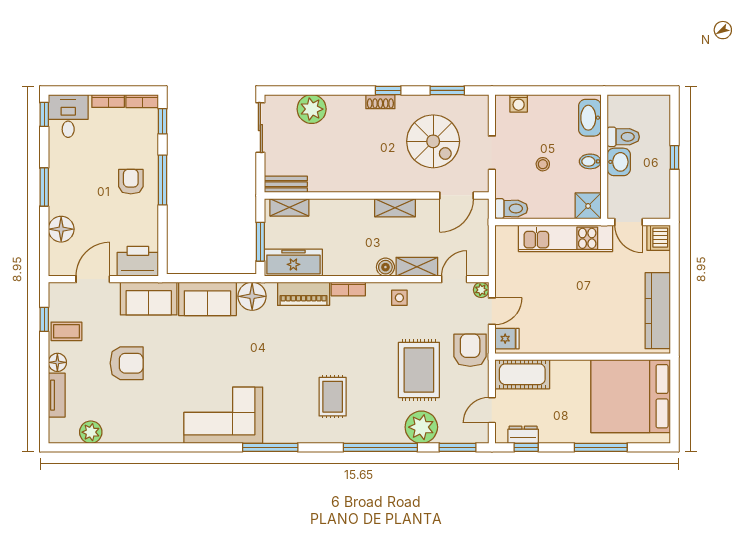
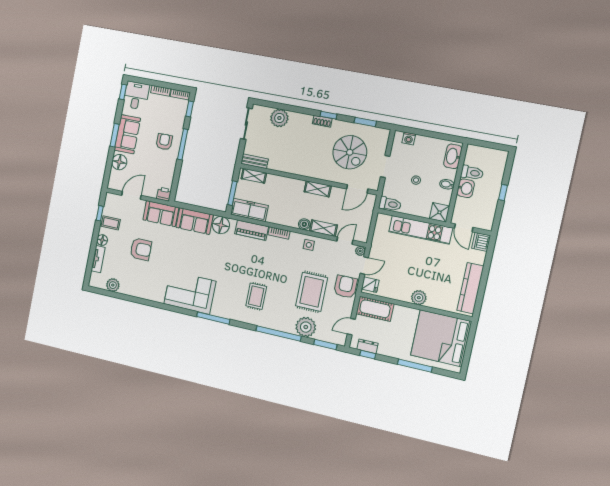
sofa: (66, 181) -> (127, 134), added
printer: (138, 261) -> (164, 194), width x0.53, depth x0.68
plant: (585, 342) -> (419, 298), added

